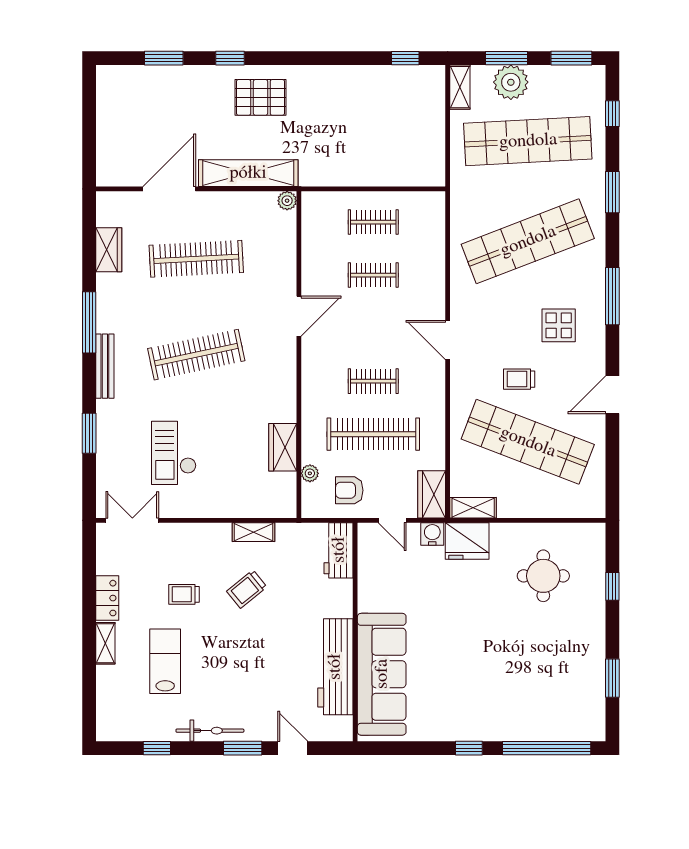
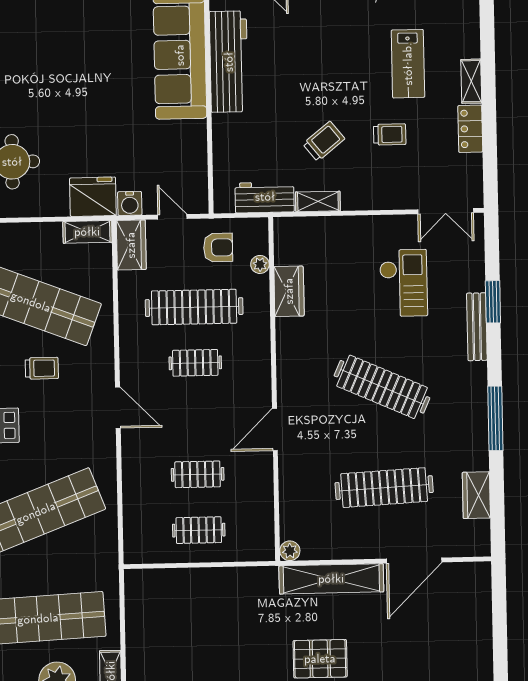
clothes rail: (196, 355) -> (382, 387), turned 36
bench: (105, 366) -> (477, 327), moved
workbench: (339, 550) -> (265, 197), moved, turned -90

